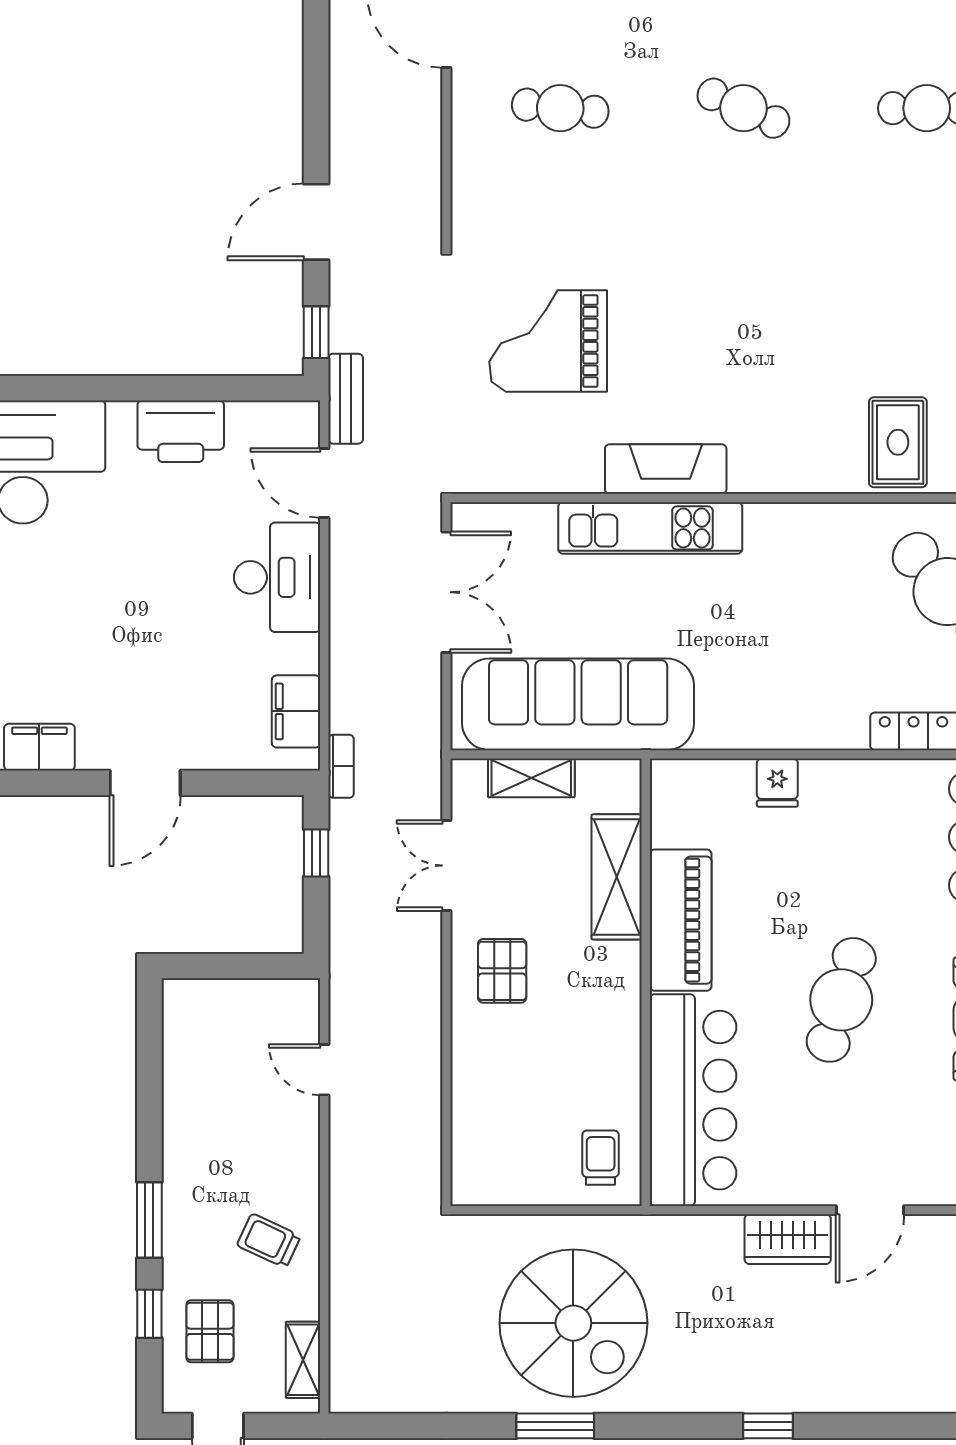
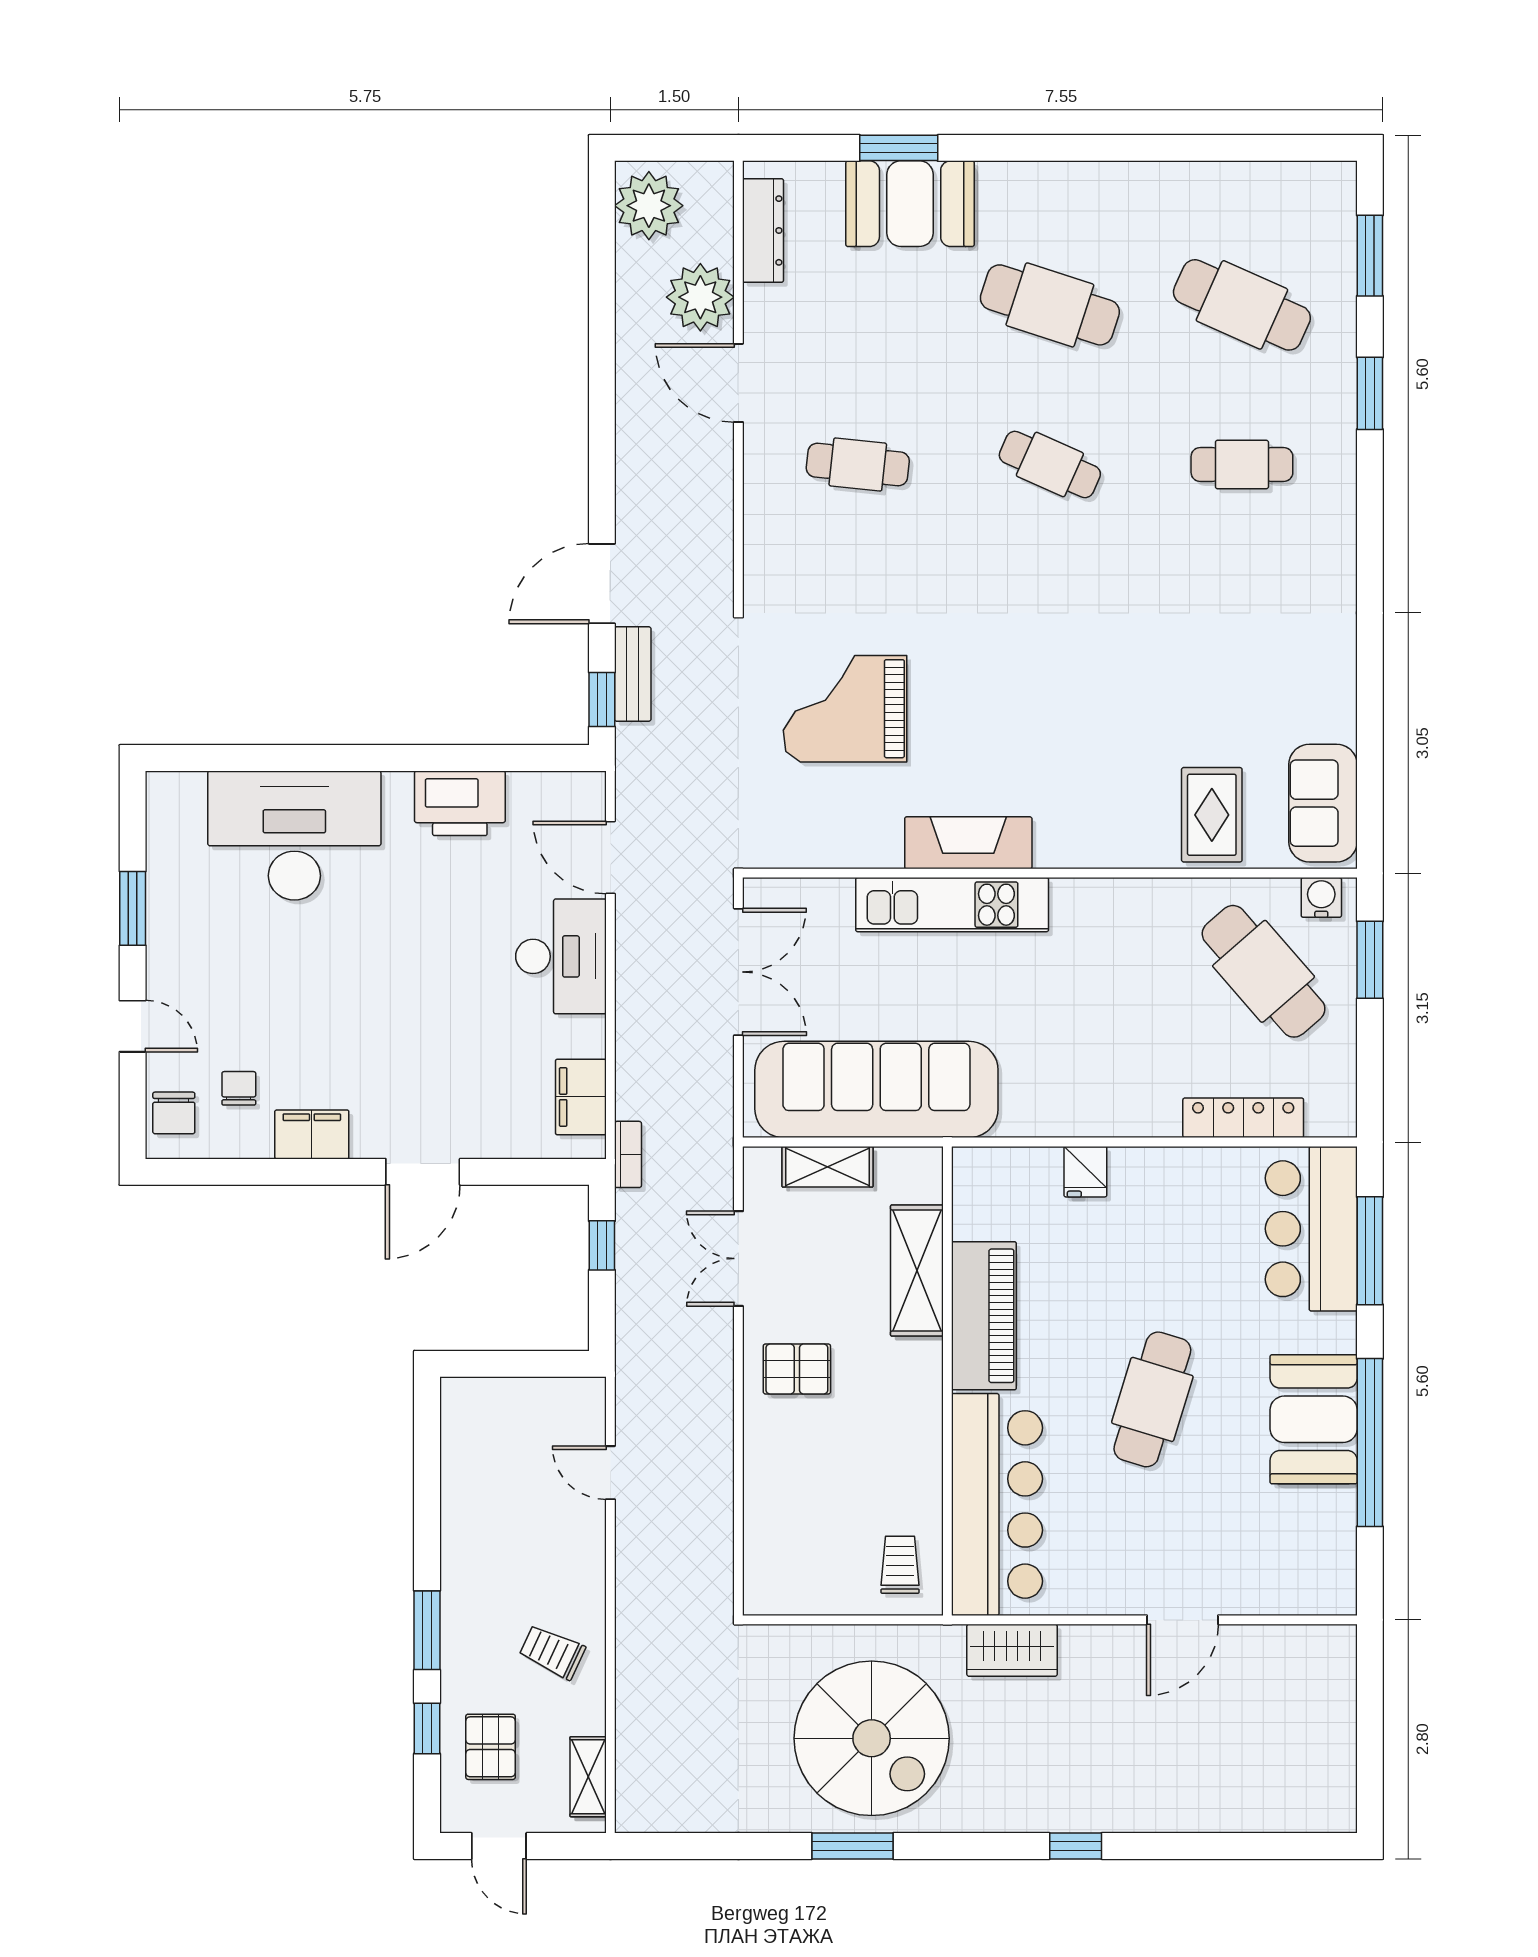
bench: (346, 399) -> (633, 674), moved
pallet: (502, 971) -> (797, 1369), turned 90
wardrobe: (788, 1239) -> (1012, 1650), moved

